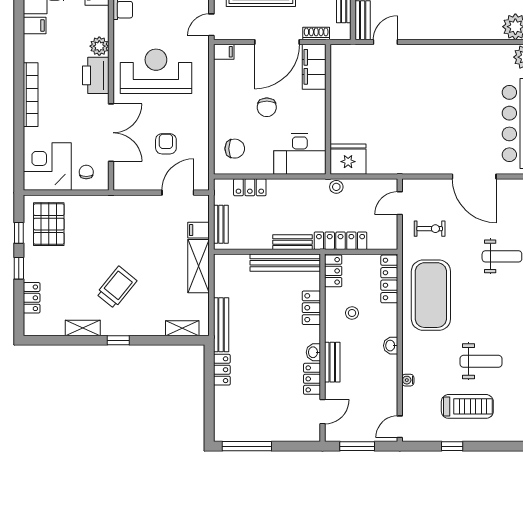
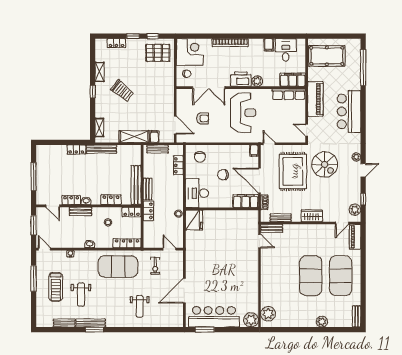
locker: (341, 241) -> (148, 211), width x0.66
window: (247, 446) -> (34, 177), moved
window: (452, 446) -> (34, 278), width x2.17

